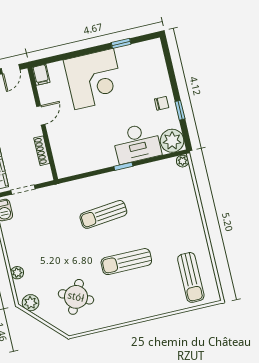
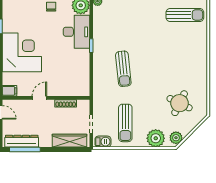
door: (41, 115) -> (39, 98), hinge flipped
sun lounger: (126, 262) -> (125, 123), moved
plant: (17, 273) -> (156, 138), width x1.88, depth x1.88

